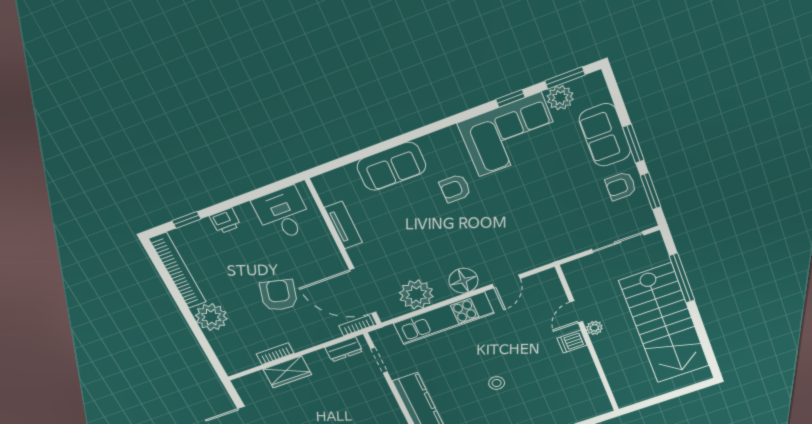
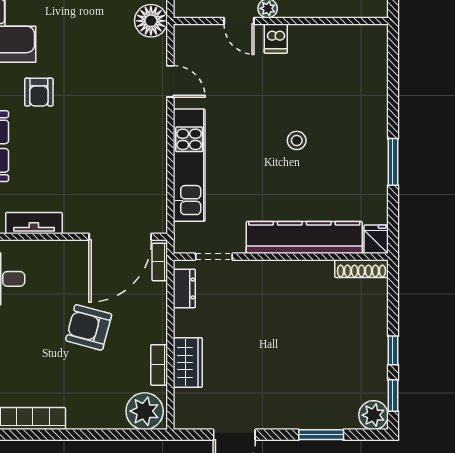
floor lamp: (463, 281) -> (151, 21), moved
plant: (416, 295) -> (148, 182), removed
plant: (211, 317) -> (145, 411), moved

